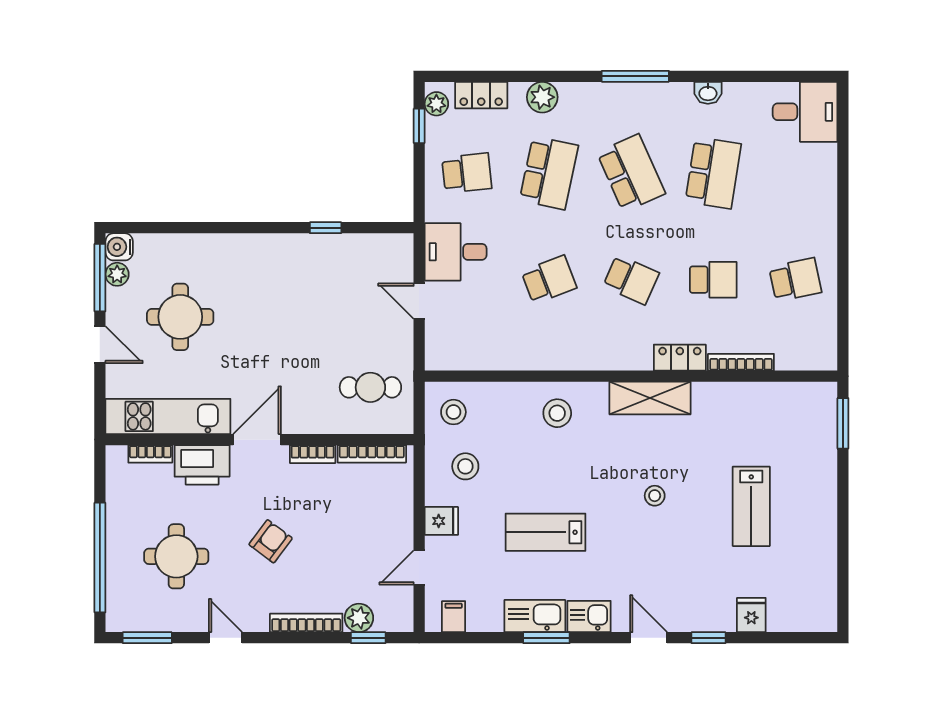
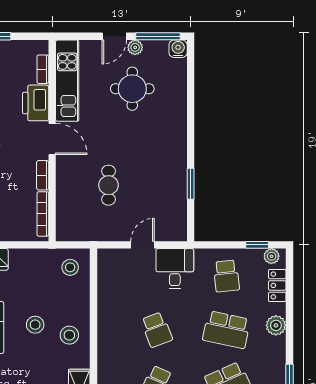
window: (326, 228) -> (191, 184), width x1.50
plant: (117, 274) -> (135, 47), moved
cafe table: (370, 387) -> (109, 185), moved
stool: (465, 466) -> (35, 325), moved

